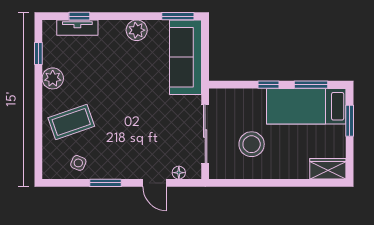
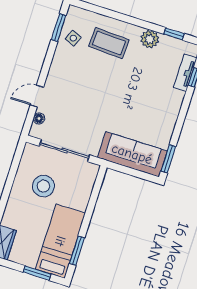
plant: (137, 30) -> (168, 121), removed
window: (269, 85) -> (88, 216), removed
coffee table: (71, 122) -> (109, 43), turned -68
window: (105, 183) -> (59, 28), moved

